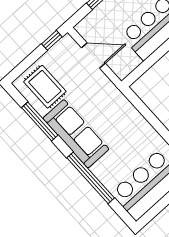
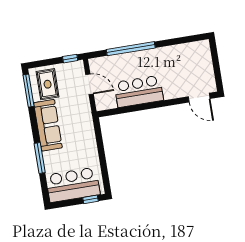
window: (40, 121) -> (29, 91), moved
window: (91, 178) -> (40, 158), width x0.68

